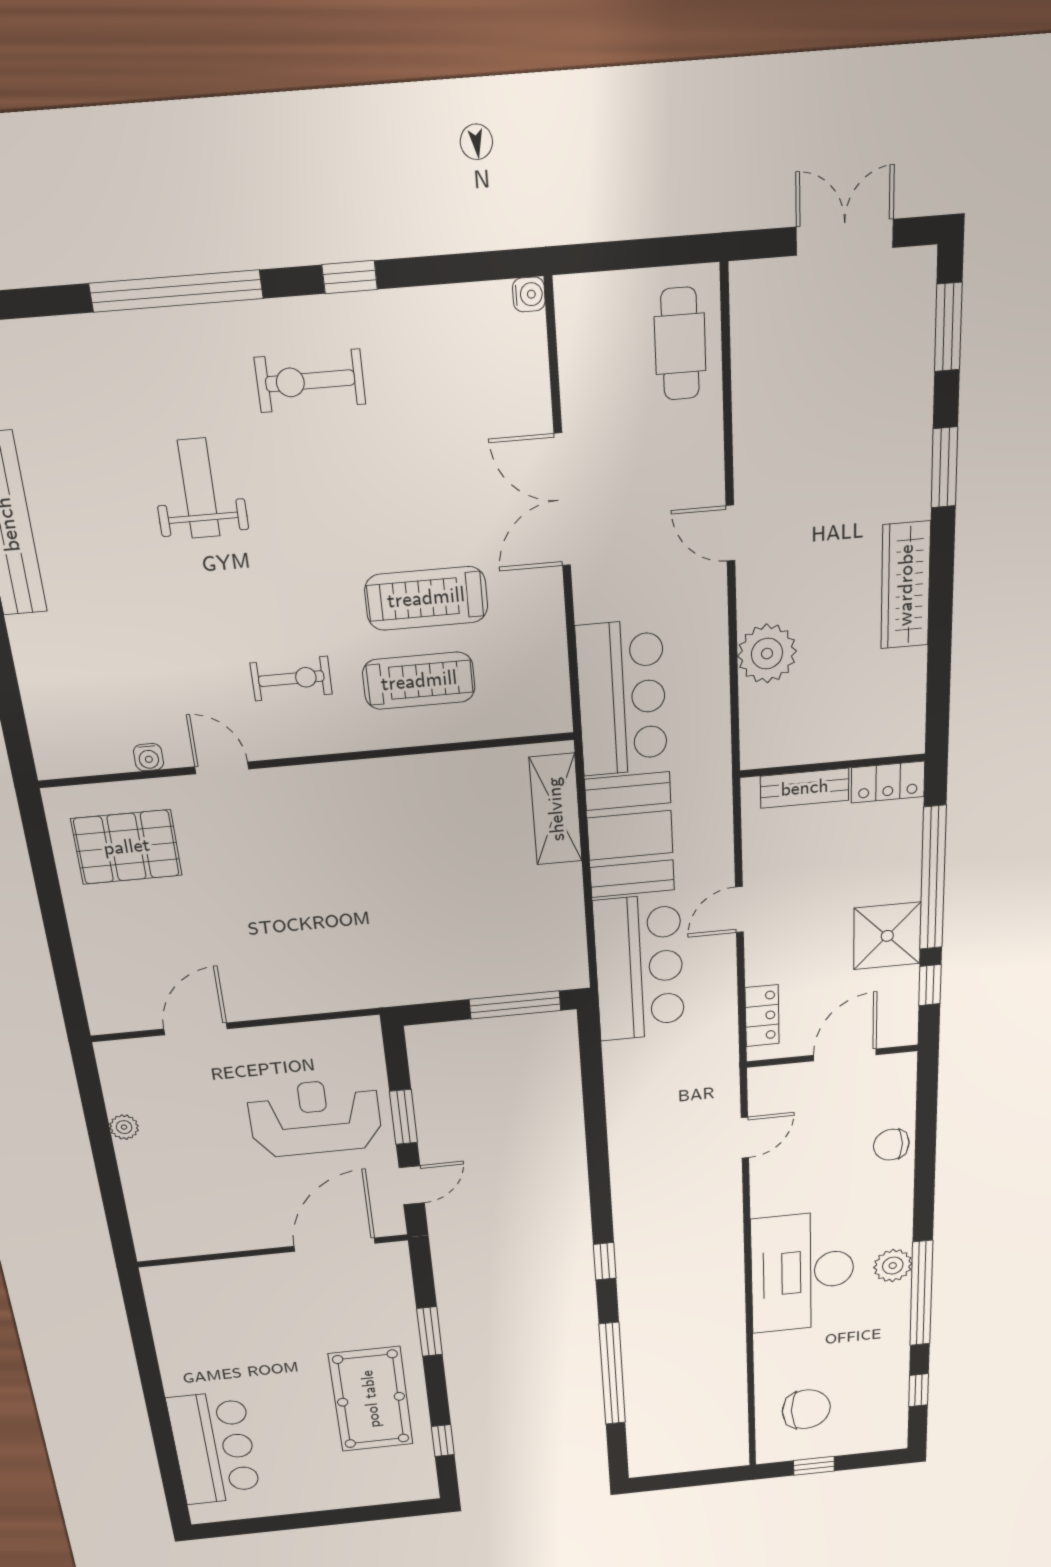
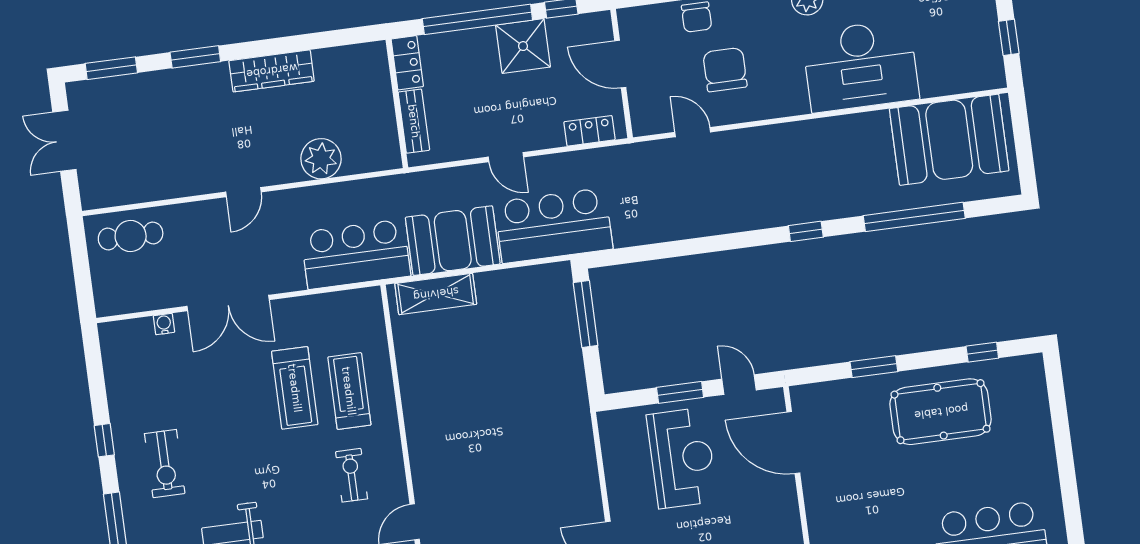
water cooler: (529, 294) -> (164, 324), moved
reception desk: (315, 1118) -> (682, 458), turned 180
desk: (802, 1272) -> (861, 66), moved
booth: (702, 1409) -> (949, 140), added
chair: (806, 1409) -> (725, 70), moved

